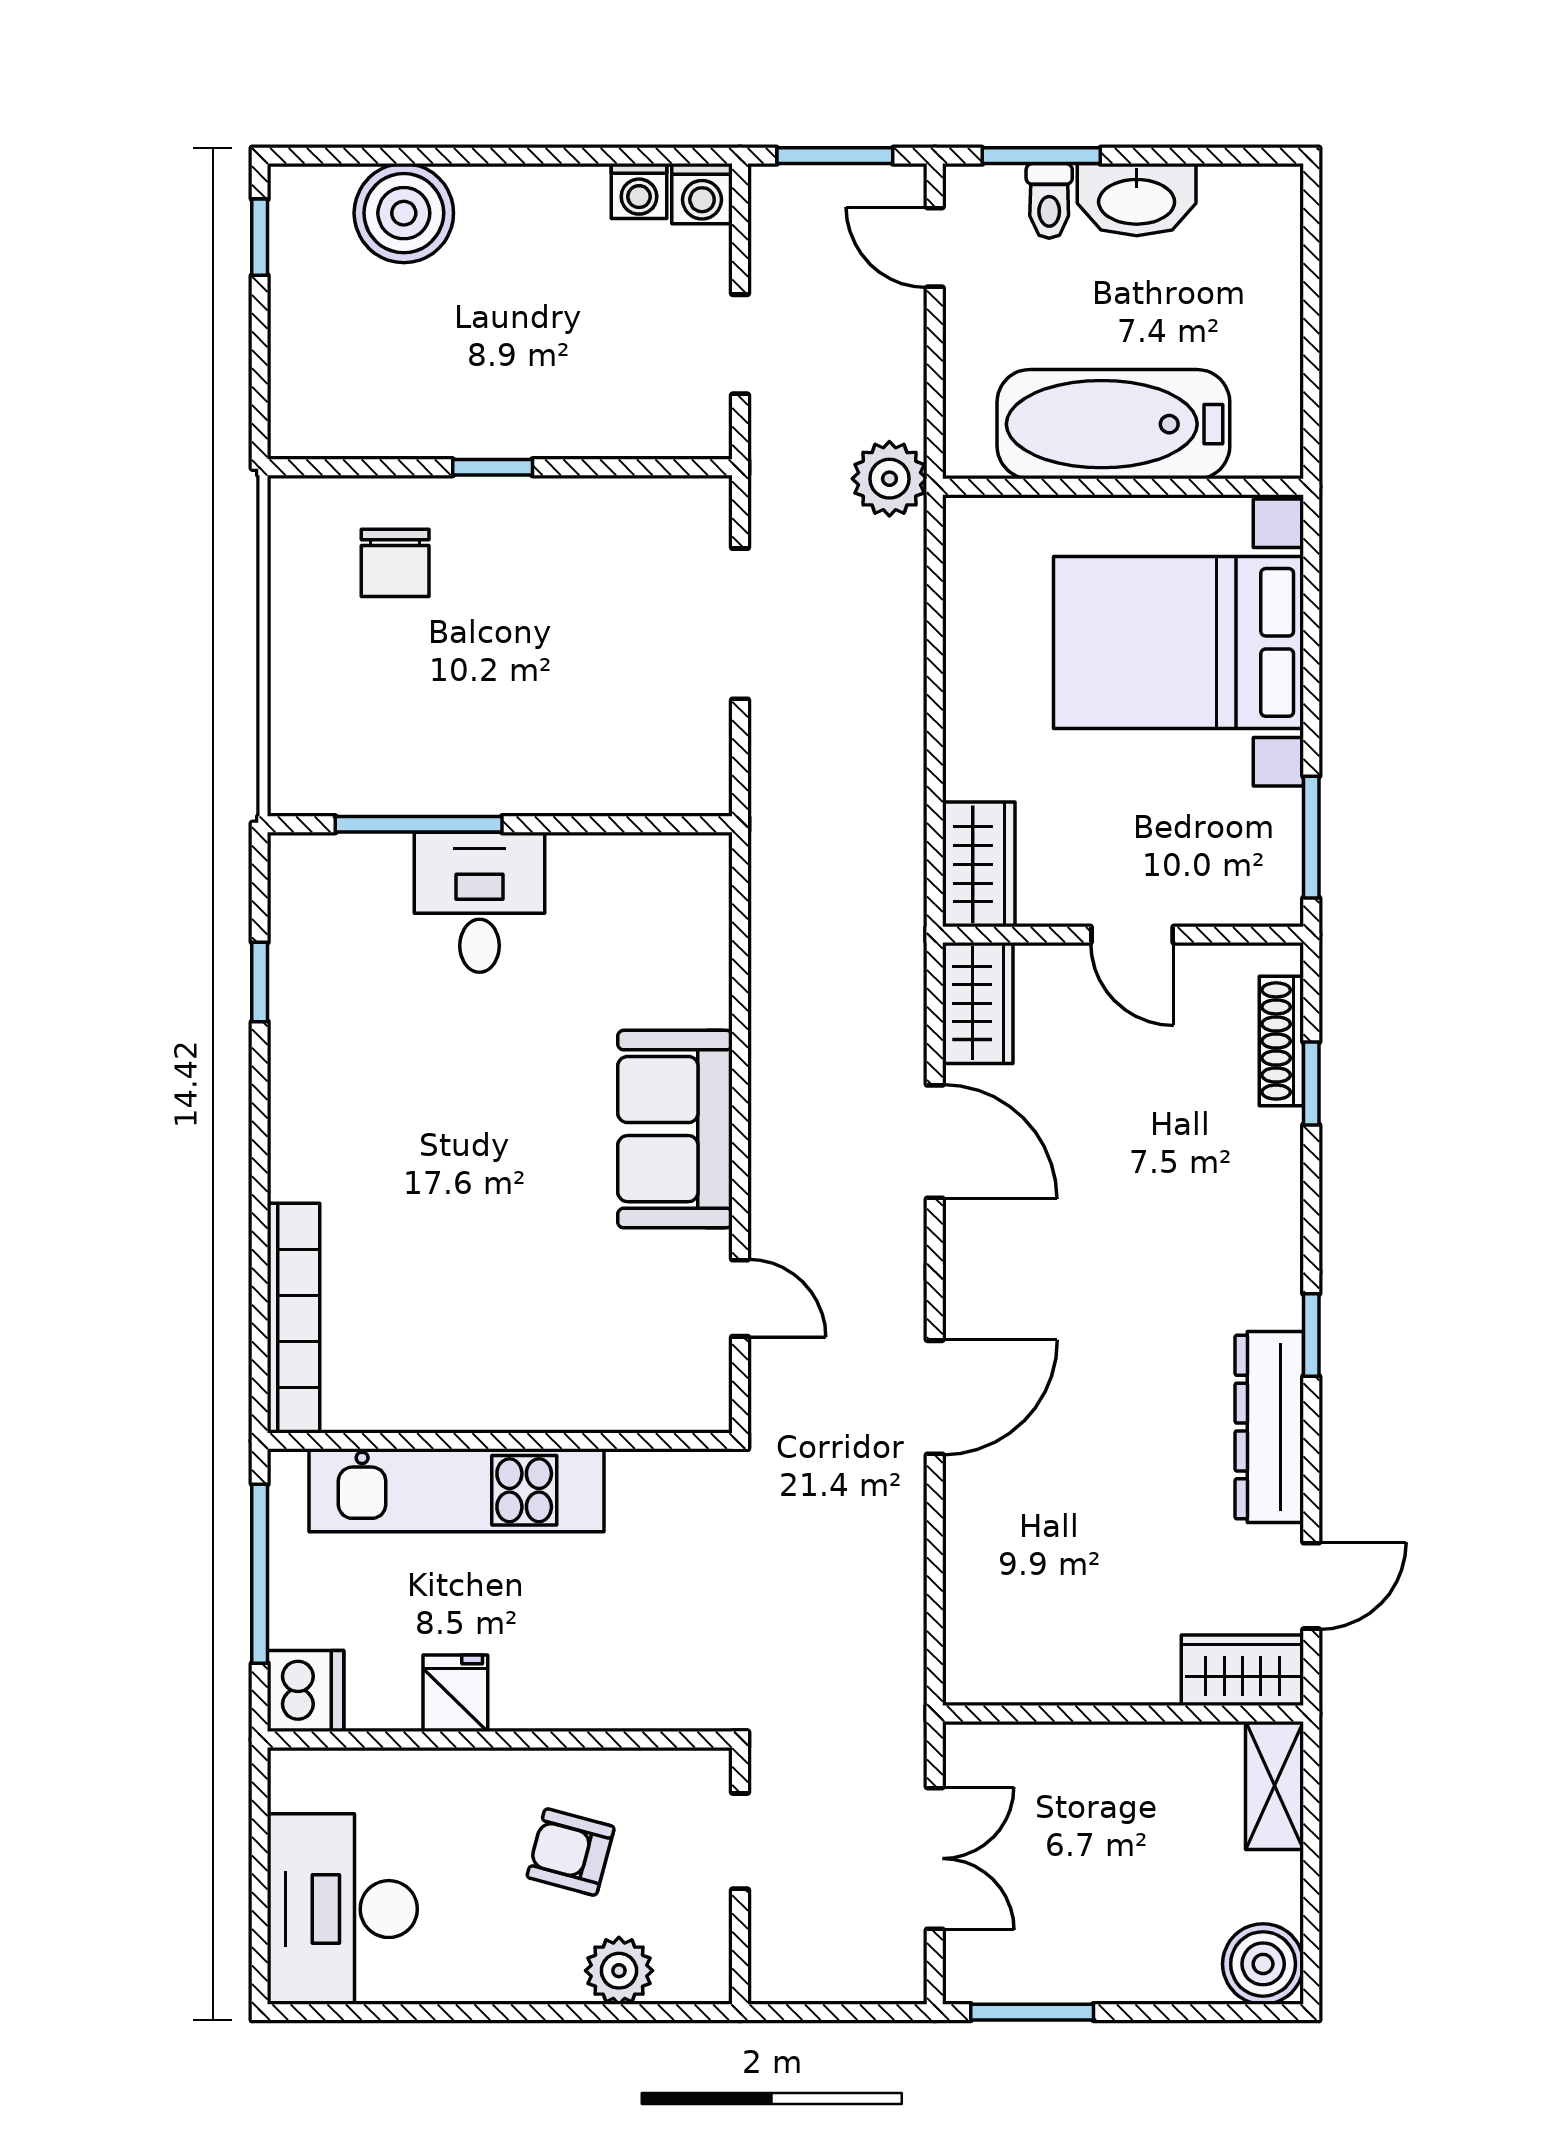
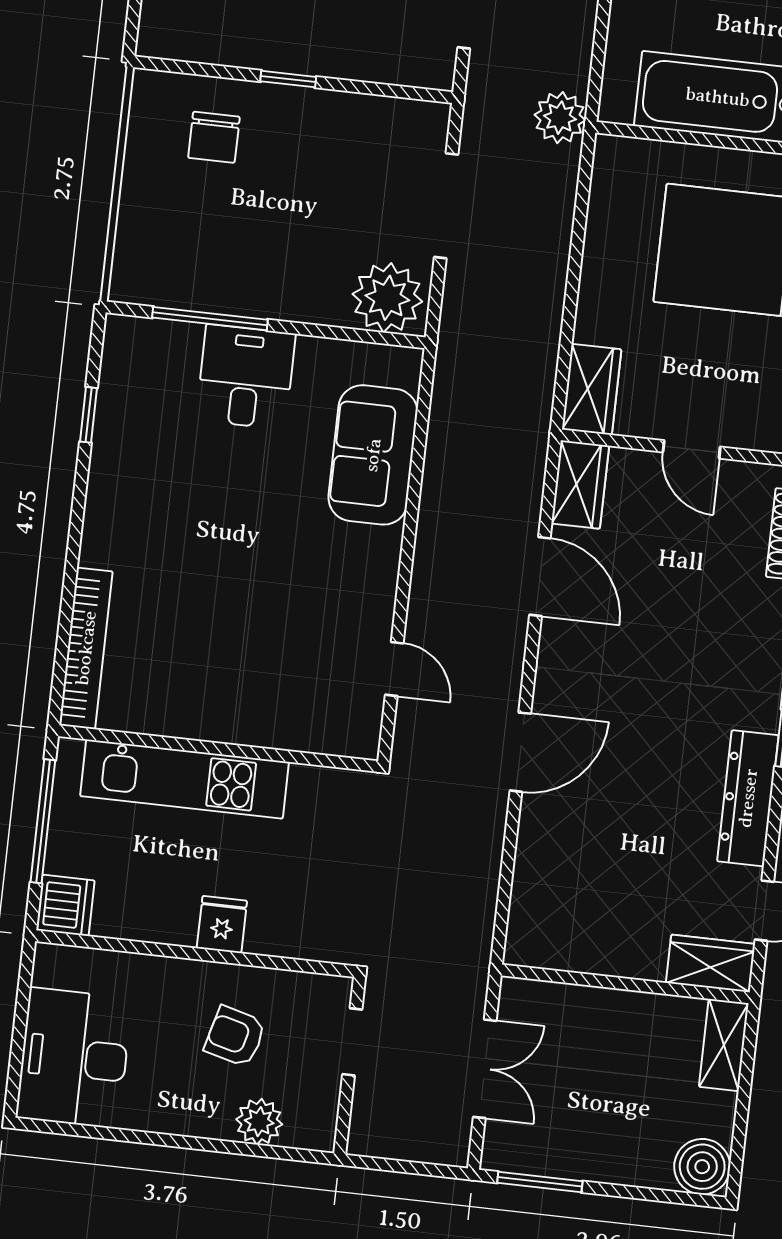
plant: (670, 766) -> (387, 298), added
sofa: (675, 1129) -> (373, 455), moved
fridge: (455, 1693) -> (222, 924), moved

